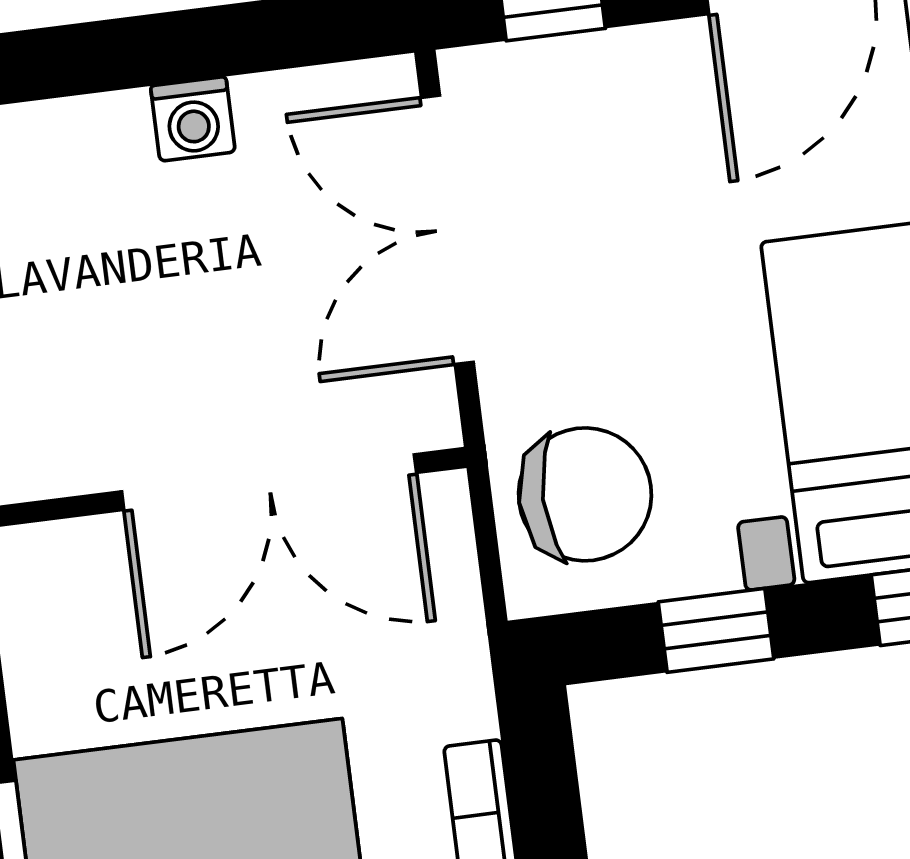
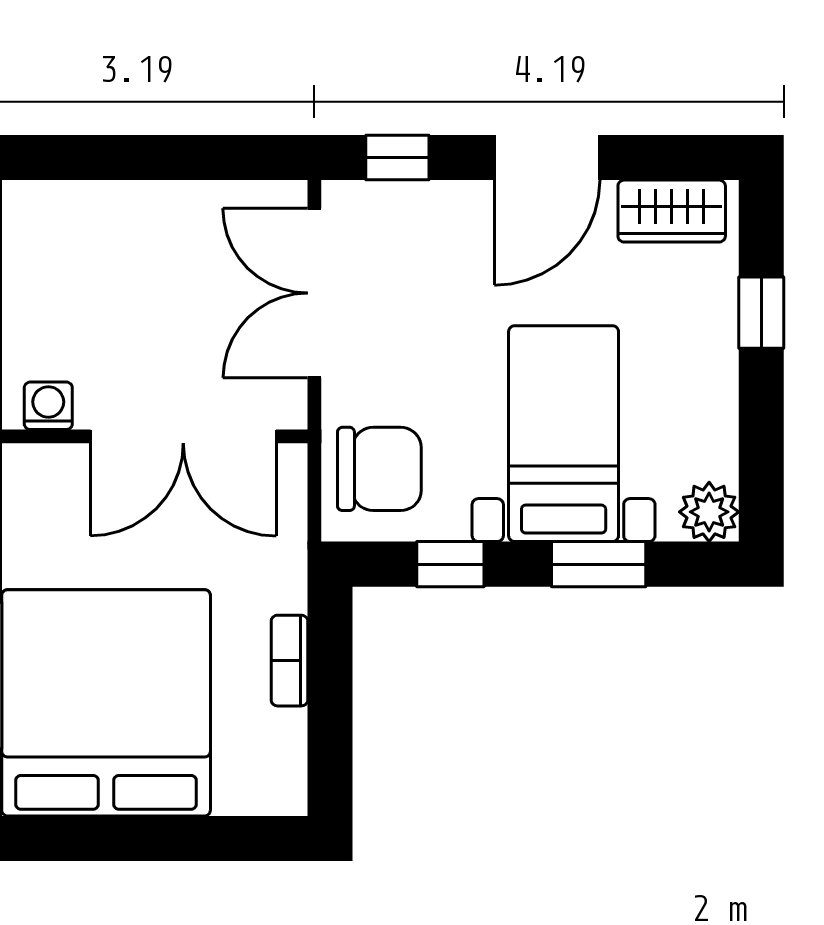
washing machine: (193, 119) -> (48, 406), moved, turned 180

